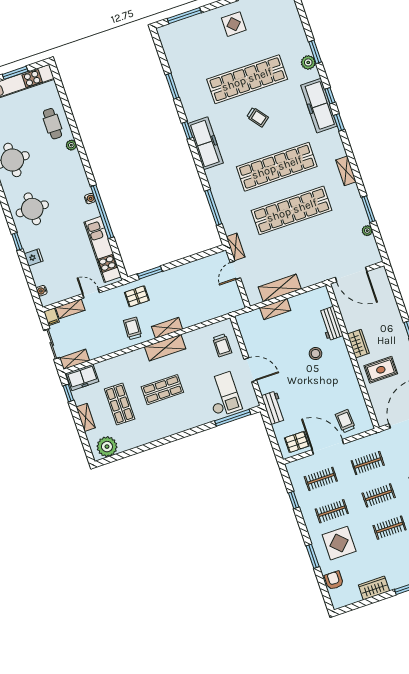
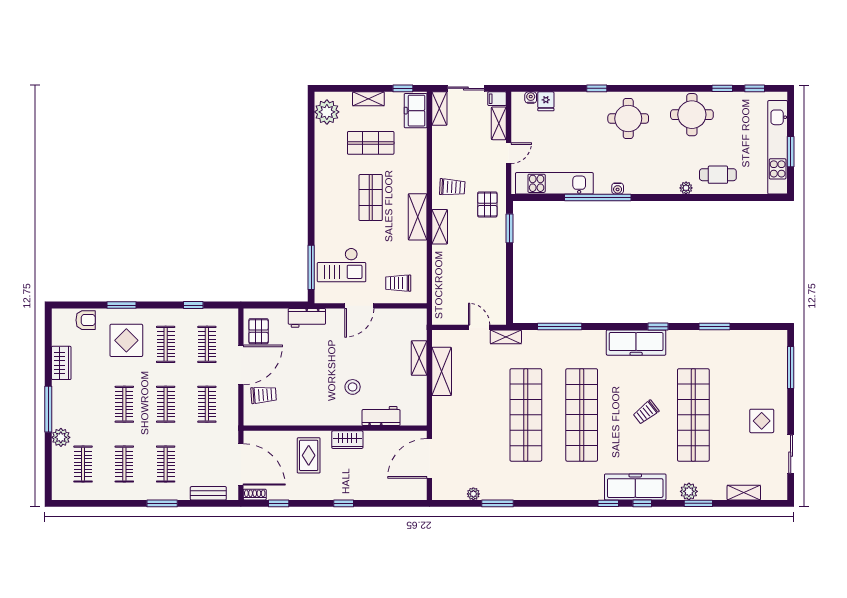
shelving: (346, 171) -> (744, 493), moved
fridge: (34, 257) -> (546, 101), moved

